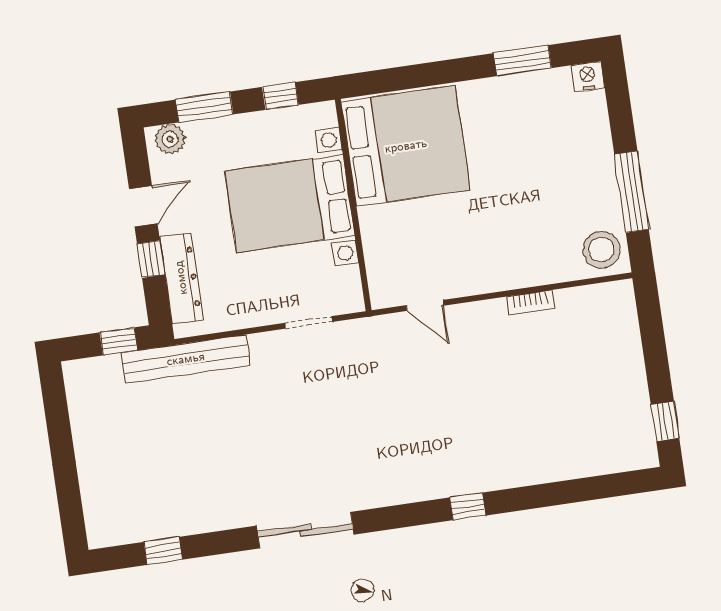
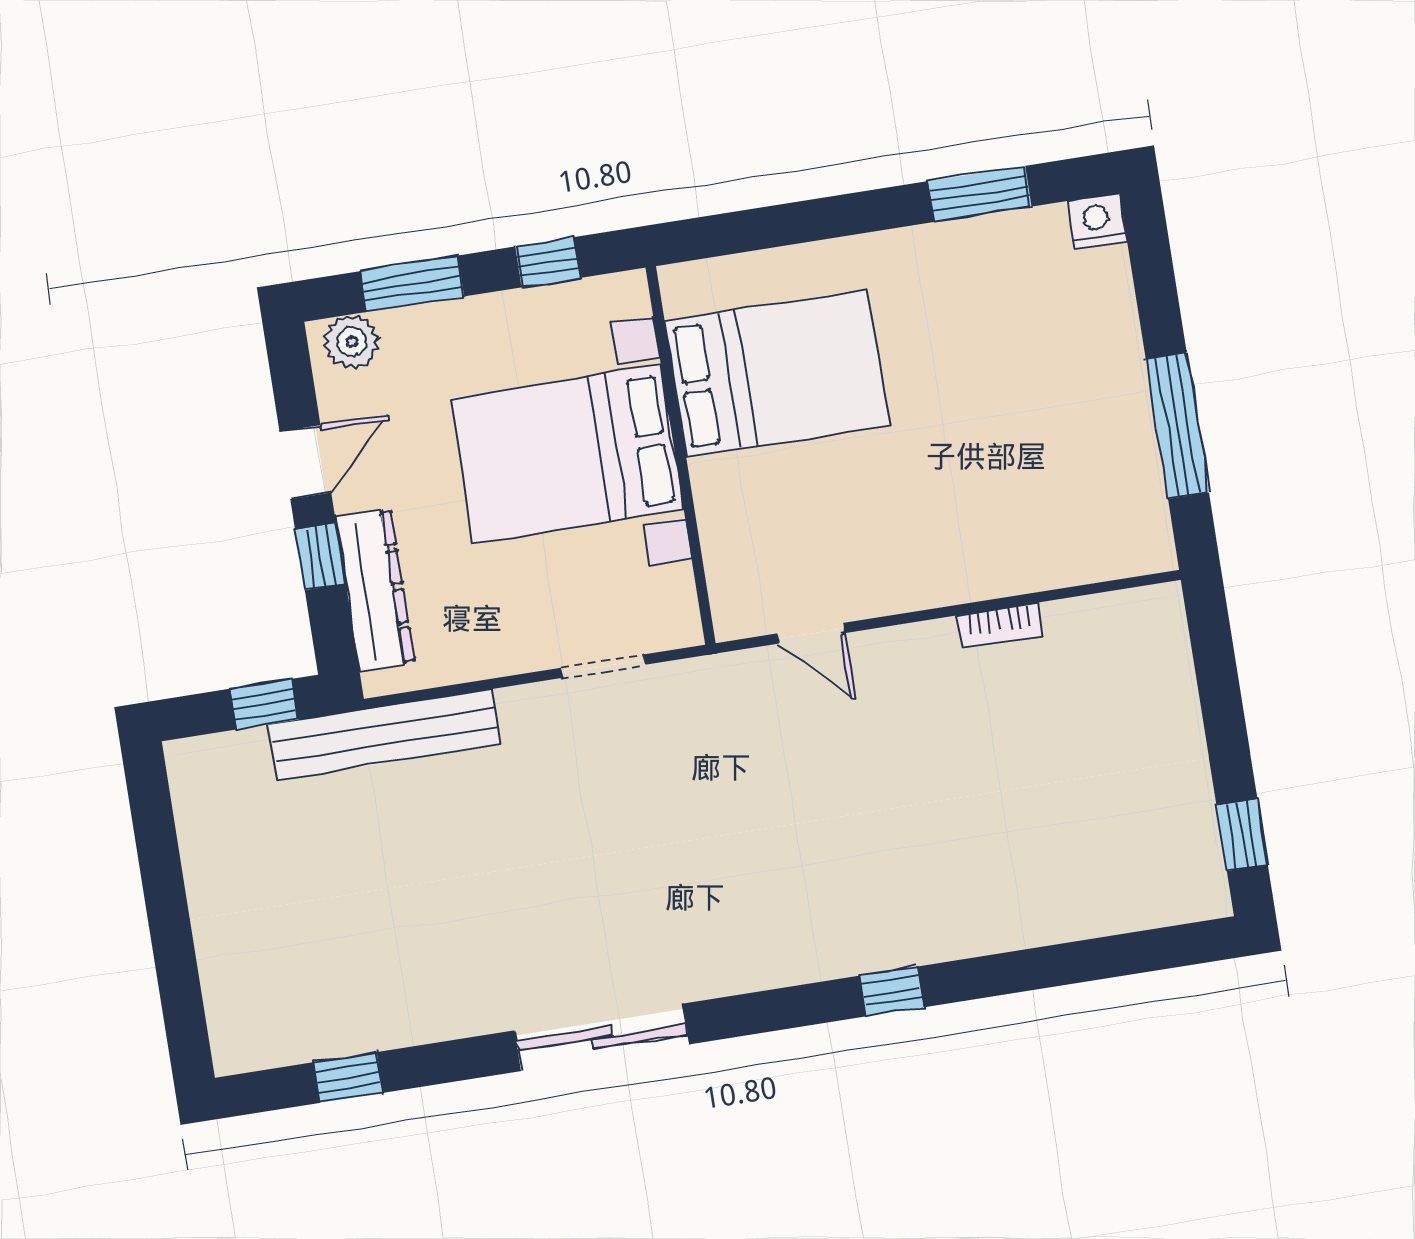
bed: (406, 146) -> (777, 373), width x0.73
stool: (601, 250) -> (1125, 530), removed

